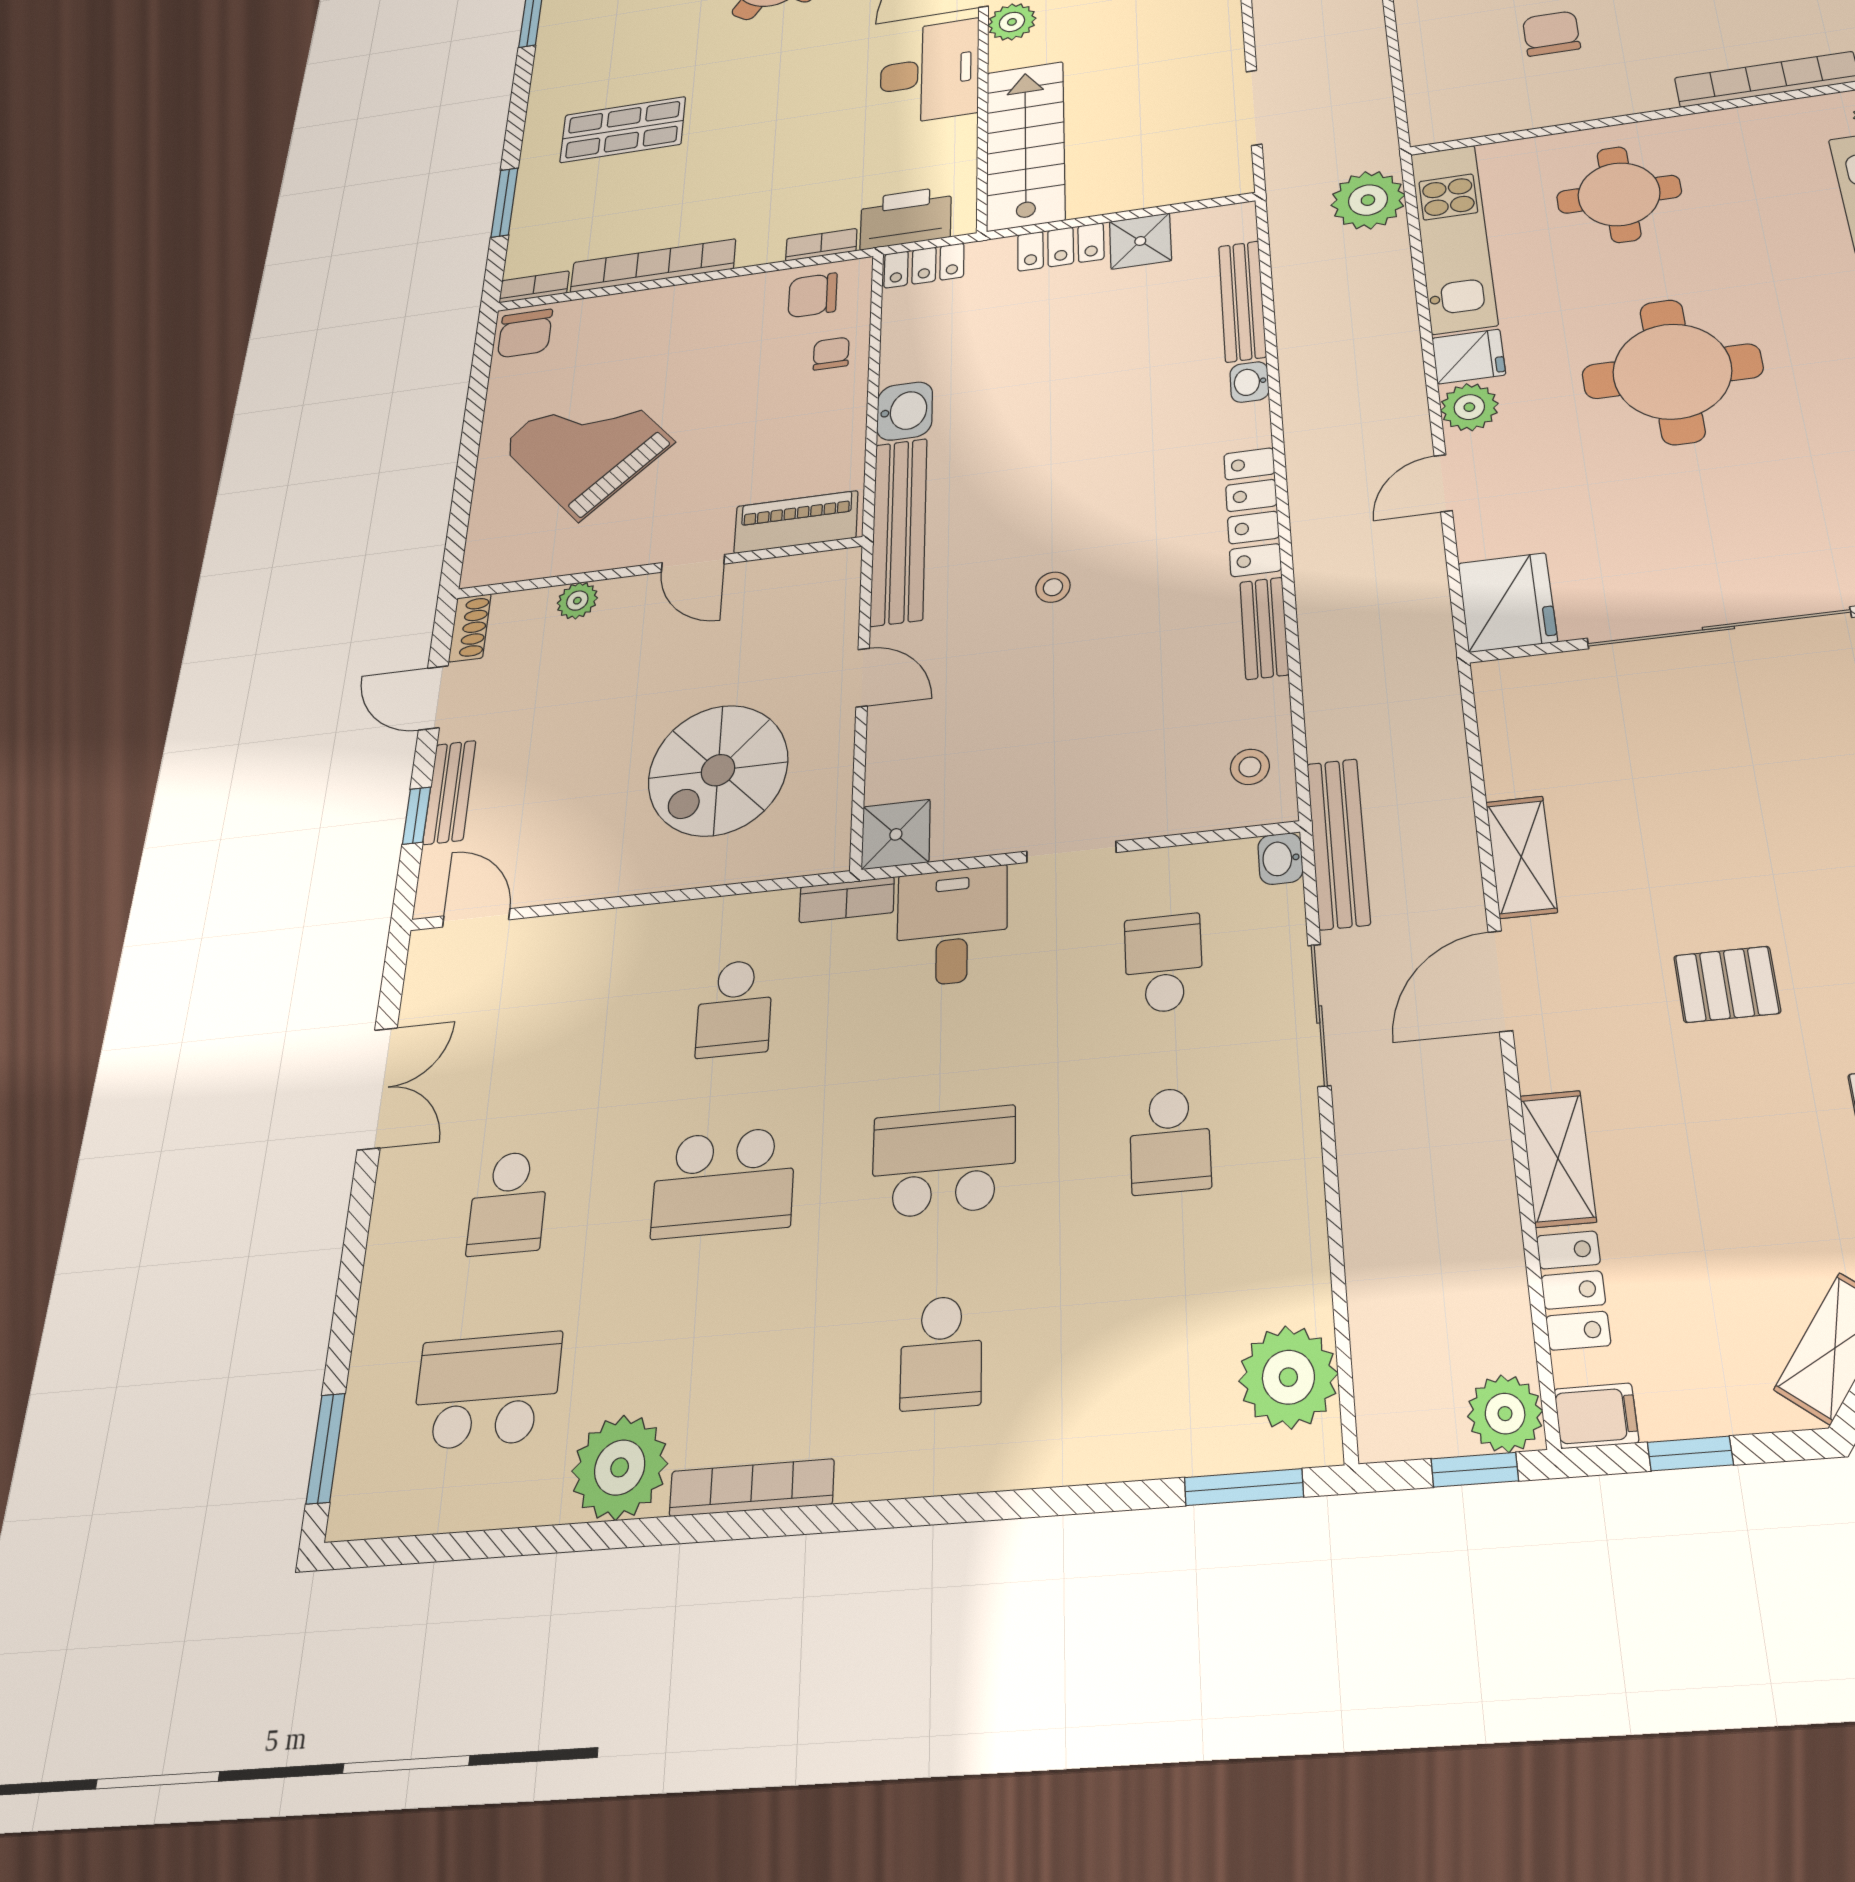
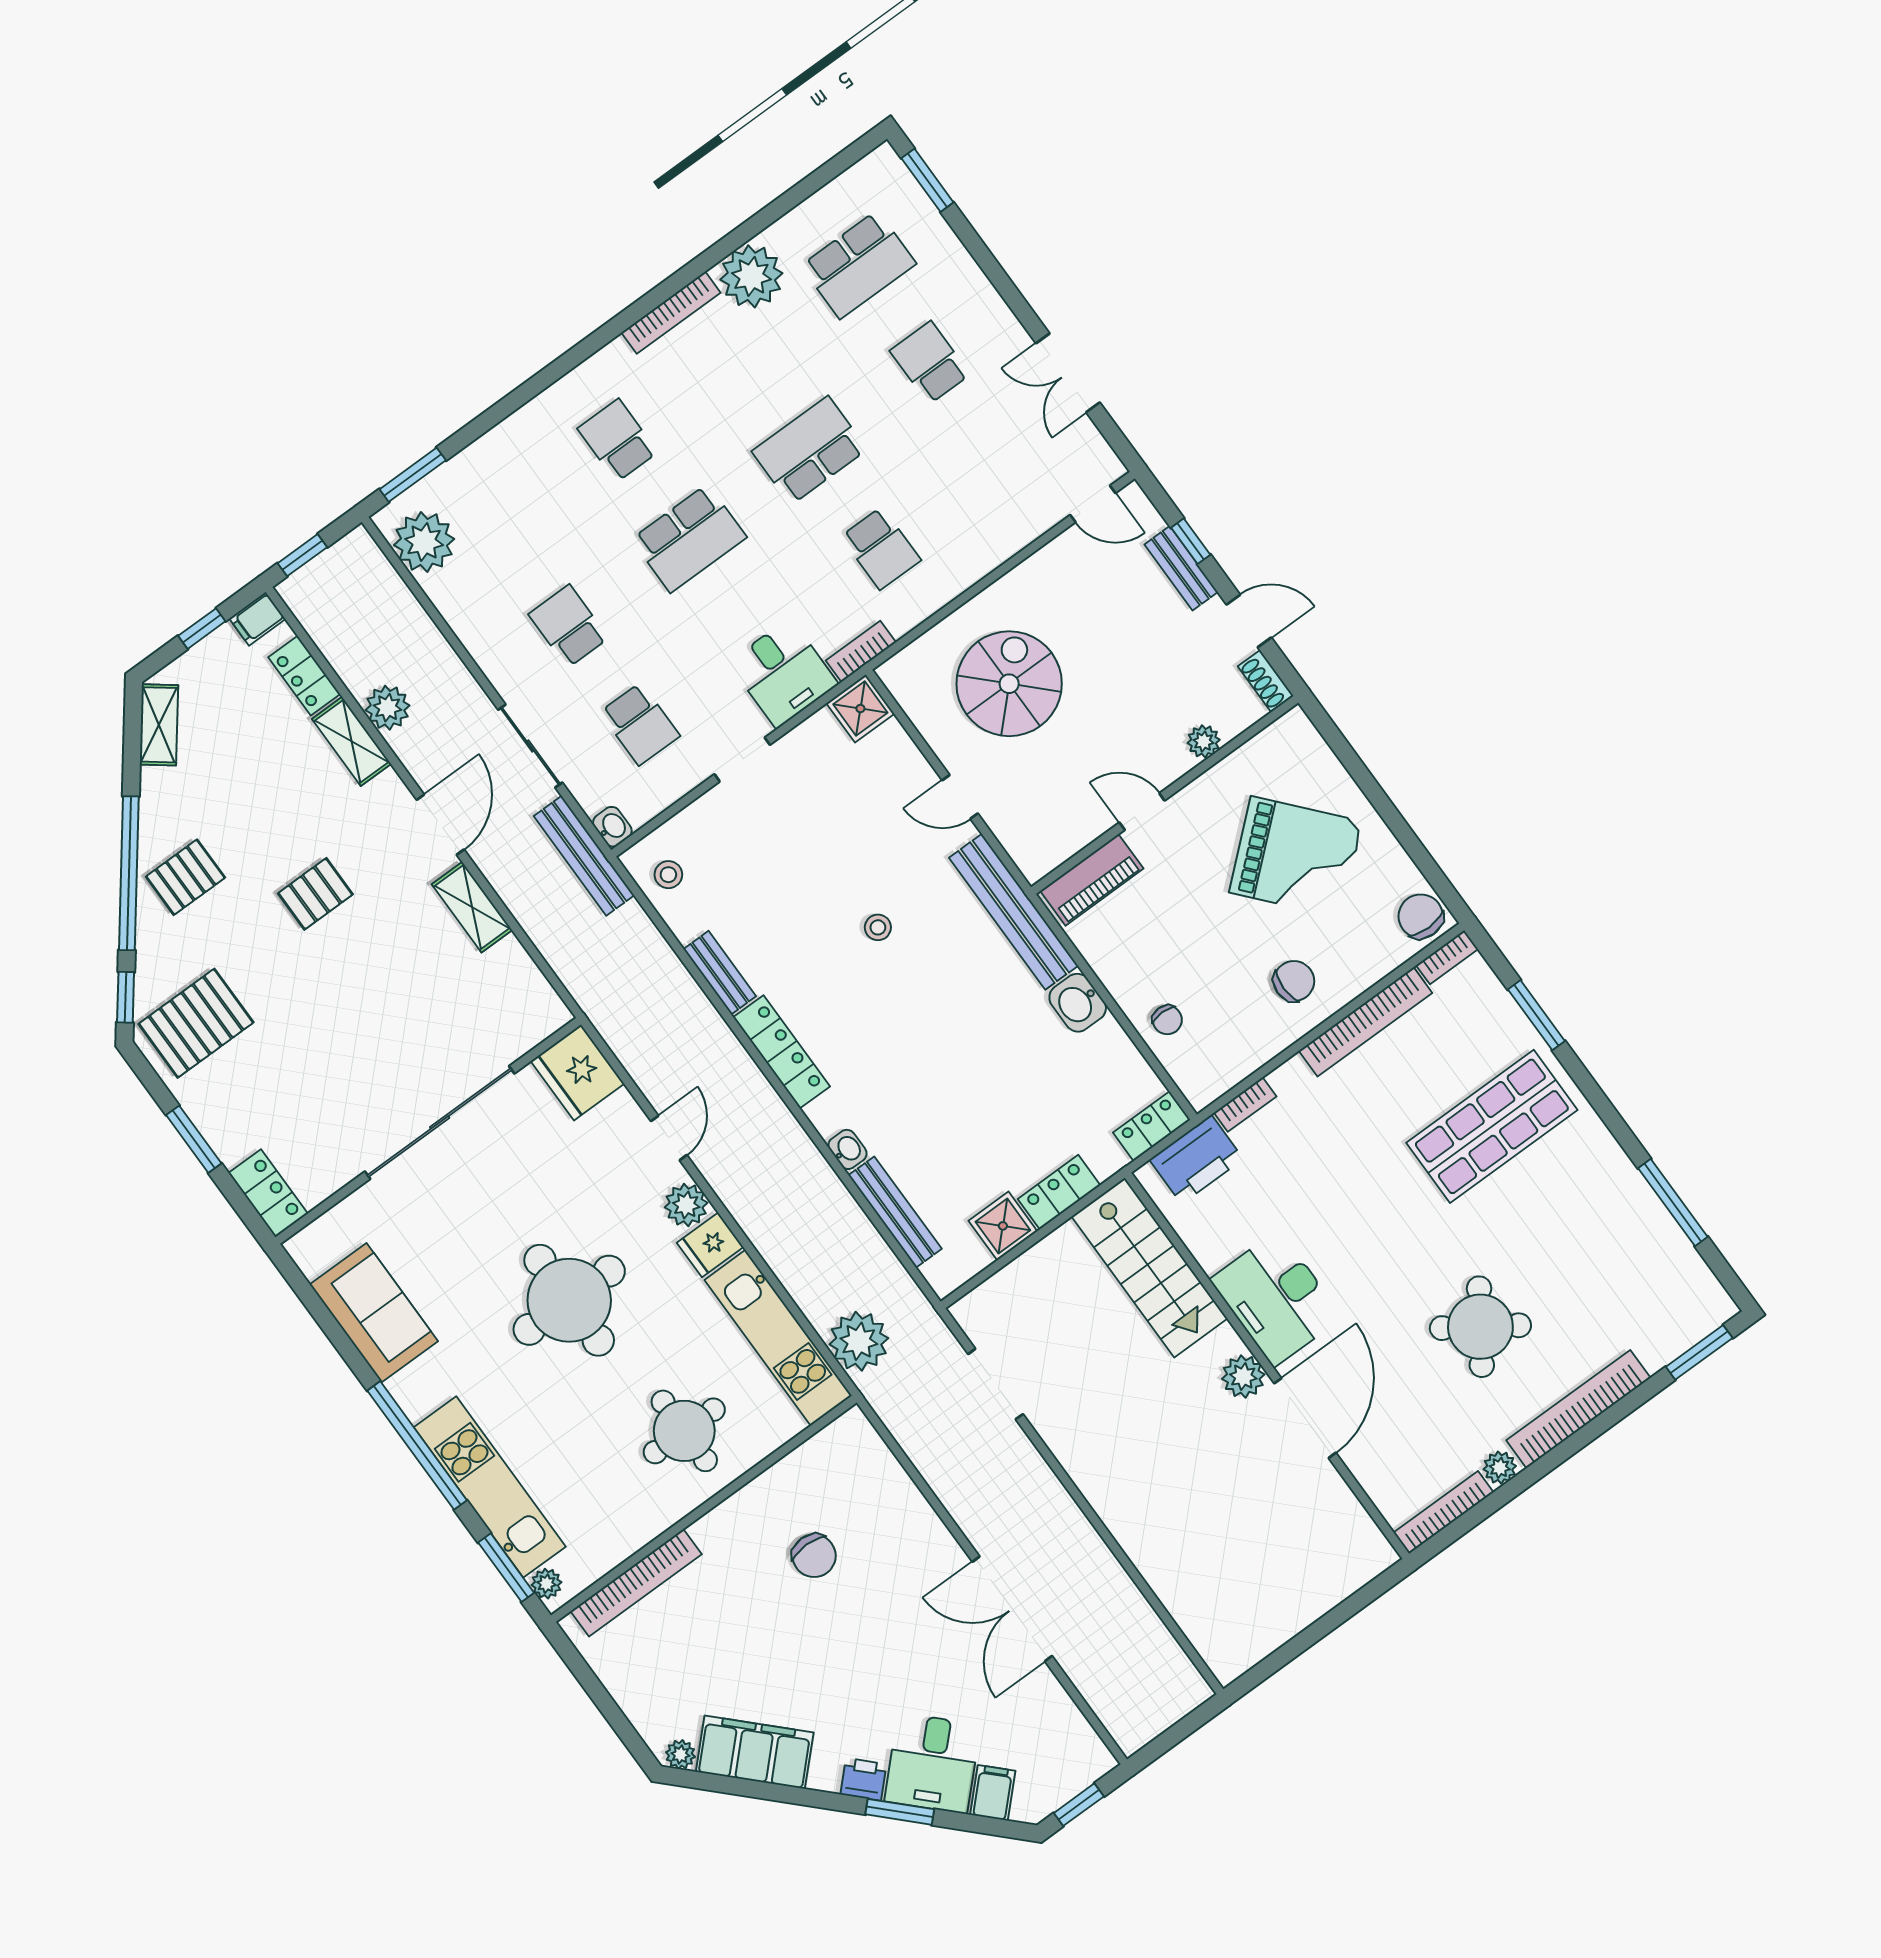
shop shelf: (623, 130) -> (1492, 1126), width x1.43, depth x1.36
chair: (813, 295) -> (1294, 981), moved
school desk: (734, 1008) -> (881, 548), turned 180
plant: (1505, 1414) -> (388, 708), moved

